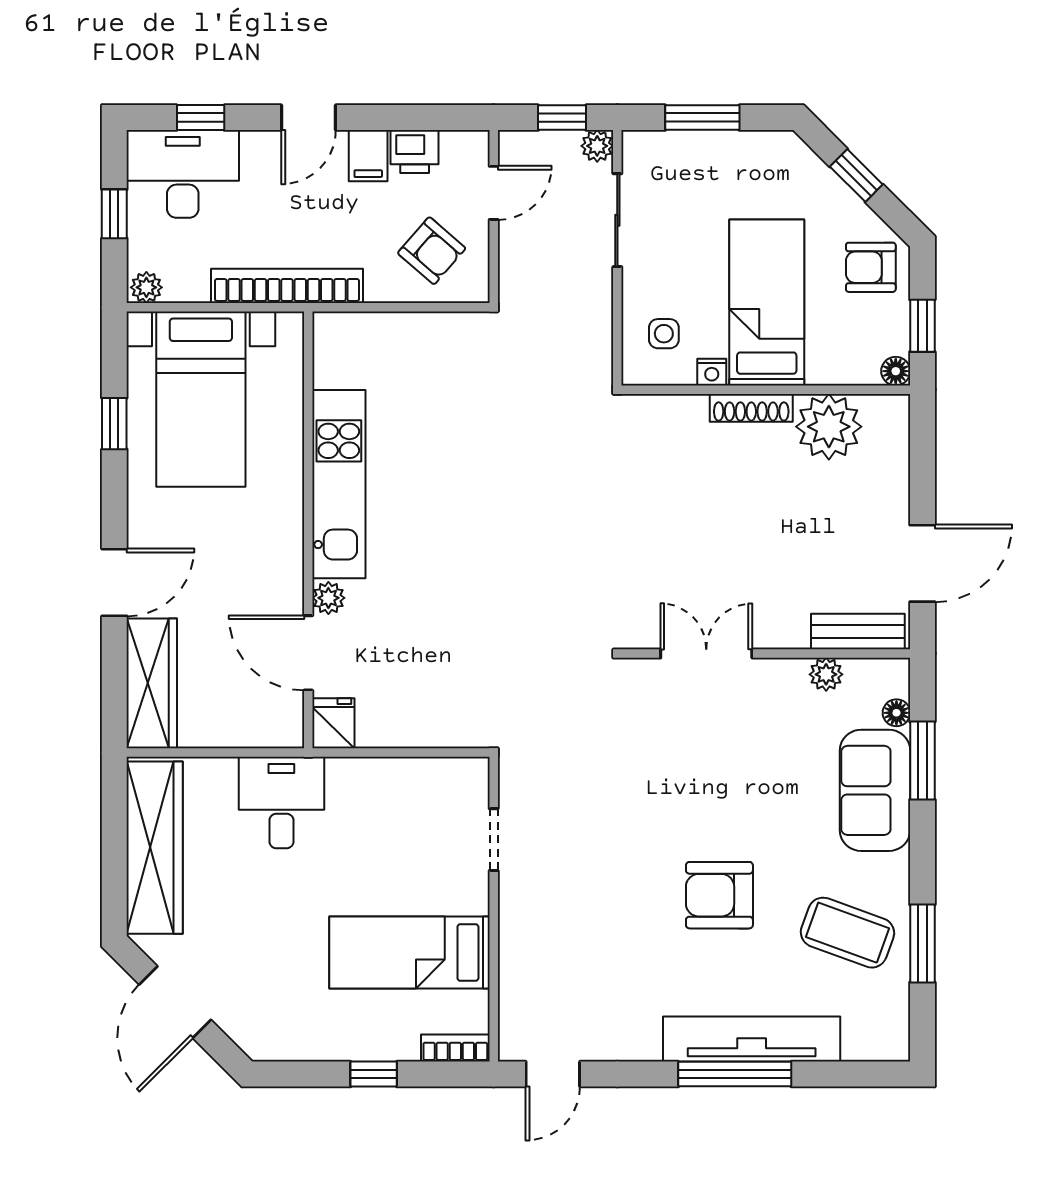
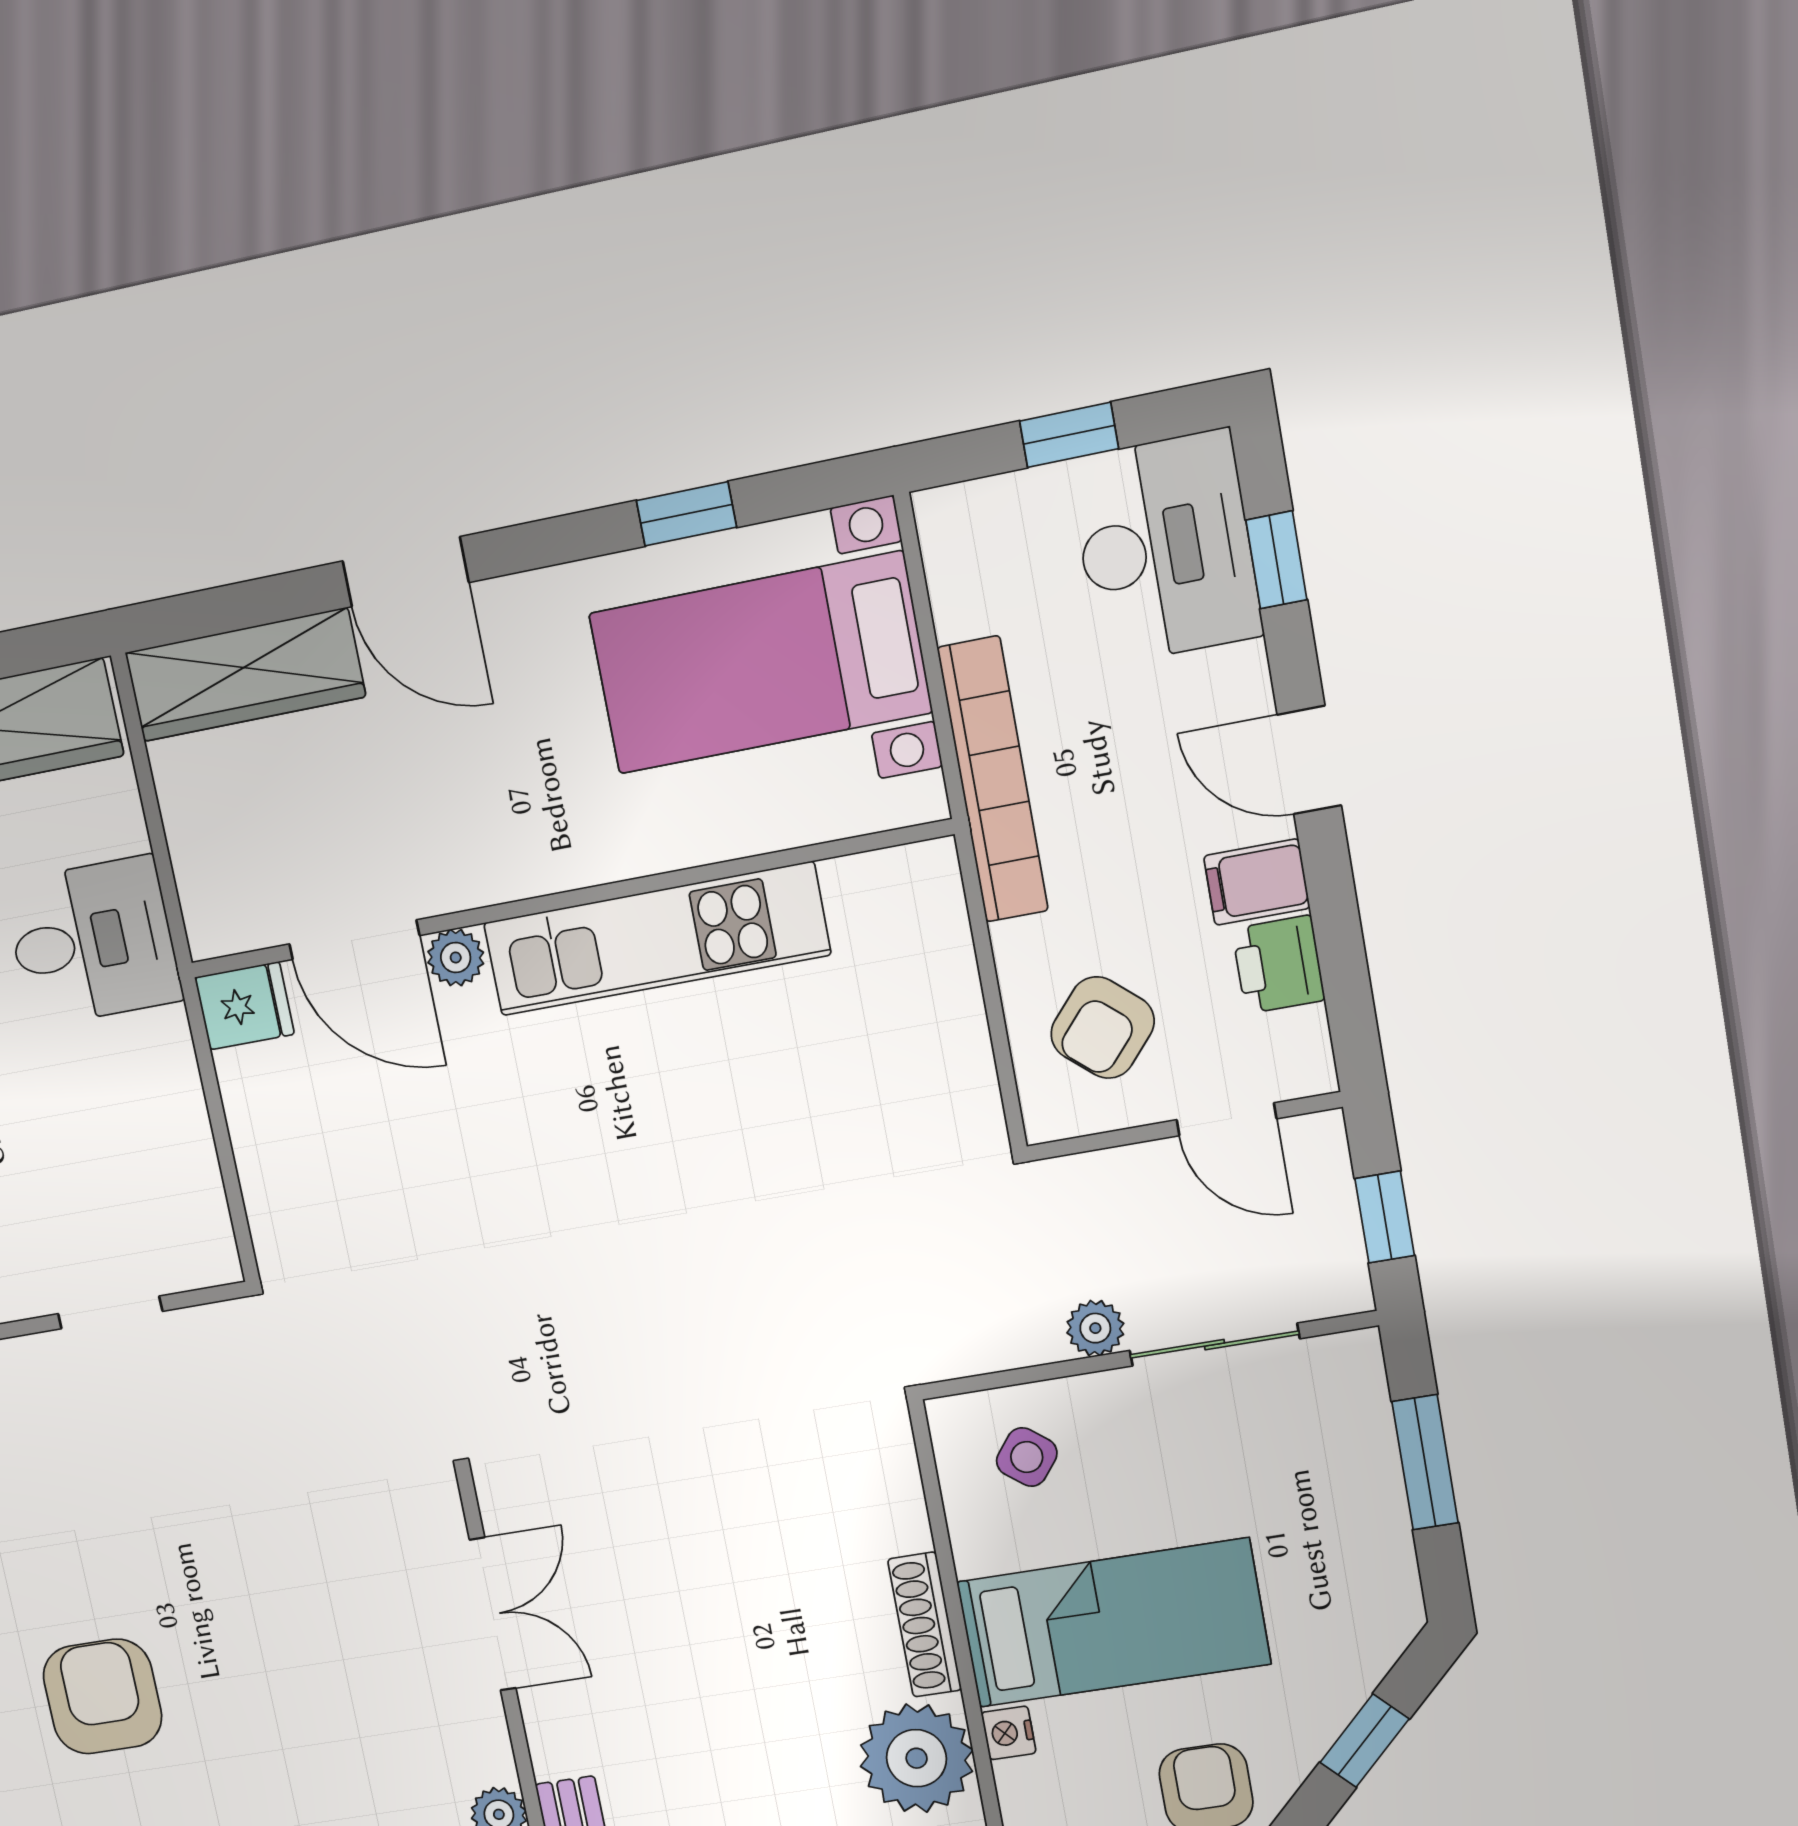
plant: (597, 146) -> (1095, 1328), moved
plant: (146, 287) -> (944, 522), removed
side table: (664, 334) -> (1027, 1457), turned 38
nightstand: (712, 372) -> (1009, 1733), moved
door: (308, 653) -> (354, 940), swing flipped

